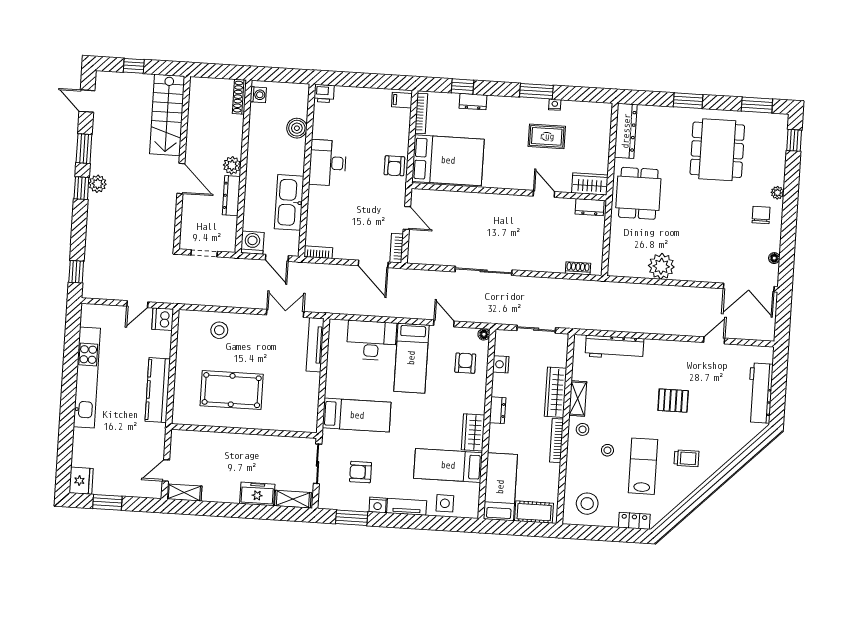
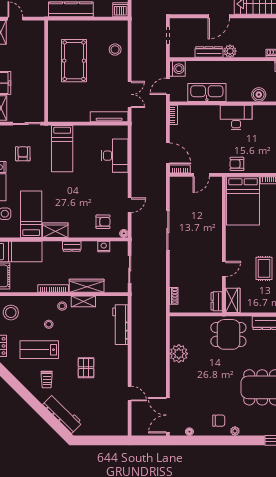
door: (373, 264) -> (168, 153), swing flipped
bed: (411, 358) -> (104, 184), removed
workbench: (760, 393) -> (62, 414), moved, turned 45
lab bench: (643, 466) -> (39, 350), turned 180

